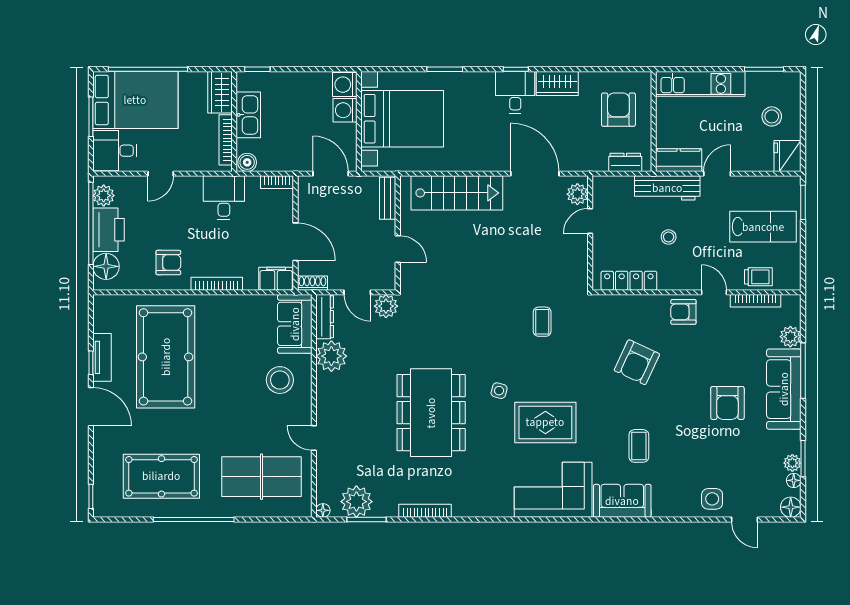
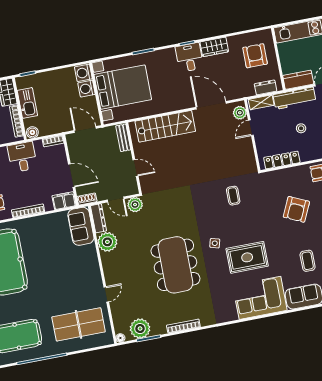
shelving: (614, 184) -> (261, 102), added
stool: (280, 380) -> (78, 263), removed
door: (314, 438) -> (106, 294), swing flipped

